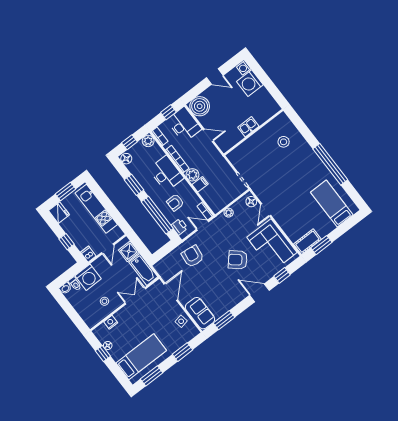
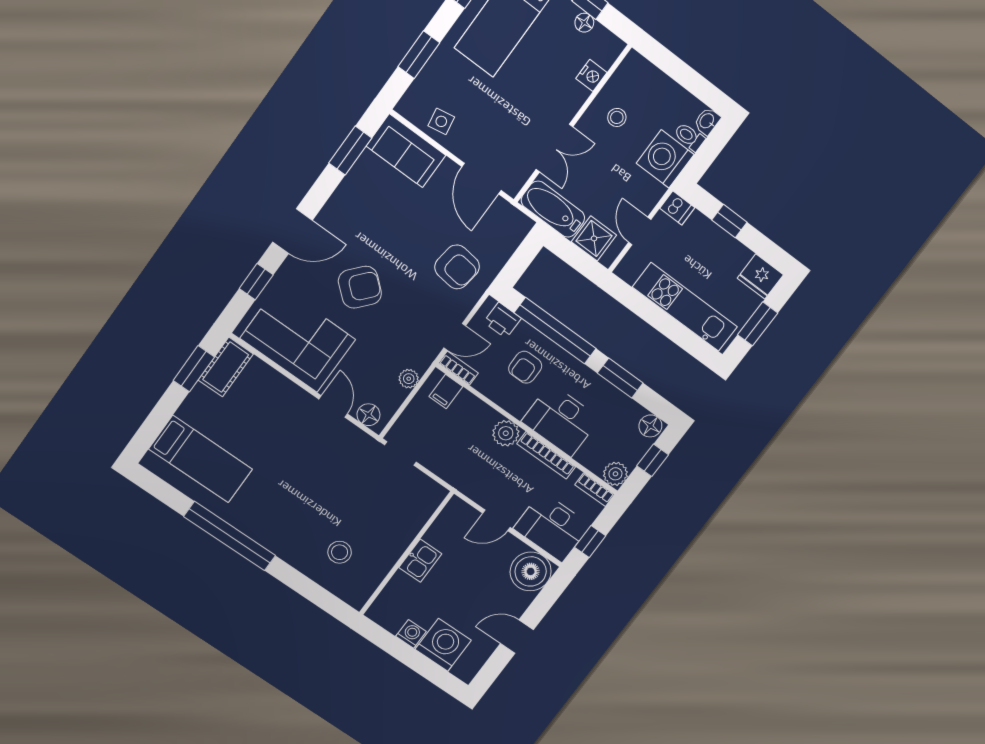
washing machine: (244, 68) -> (411, 634), moved
filing cabinet: (200, 184) -> (446, 392), moved
armchair: (175, 203) -> (525, 367), turned 180

